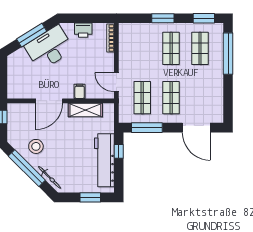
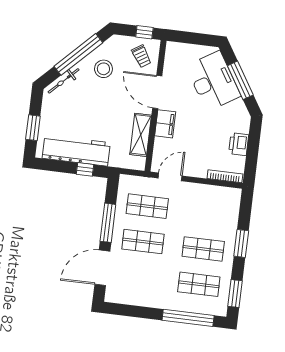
desk: (49, 48) -> (213, 81), moved
filing cabinet: (80, 91) -> (165, 124), width x2.00
trolley: (22, 117) -> (141, 56), added
window: (147, 128) -> (108, 223), moved

